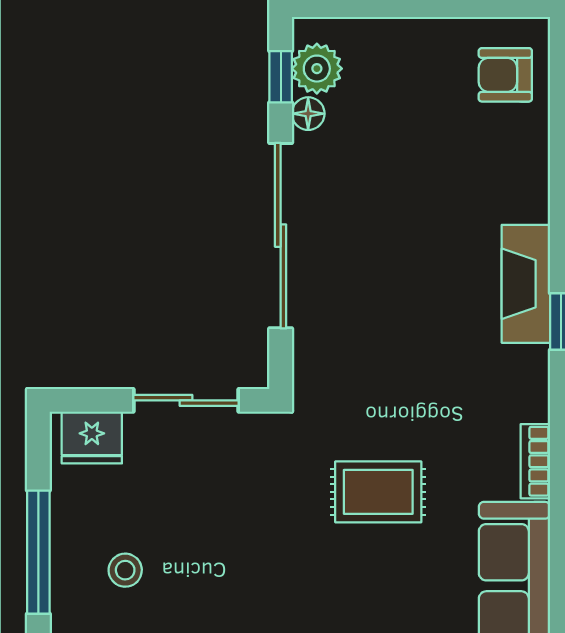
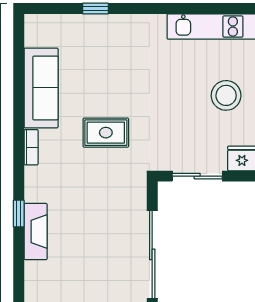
stool: (125, 570) -> (226, 95), width x1.89, depth x1.89

